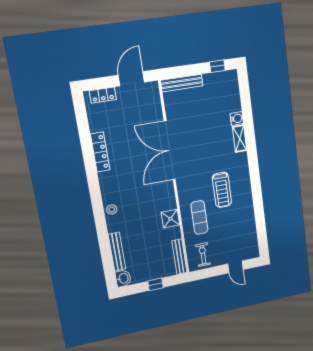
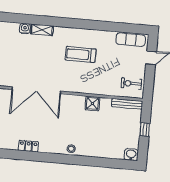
locker: (100, 152) -> (28, 146), width x0.66
treadmill: (222, 190) -> (81, 54), turned 180
exercise mat: (199, 217) -> (131, 40), moved
bench: (117, 252) -> (107, 154), removed

